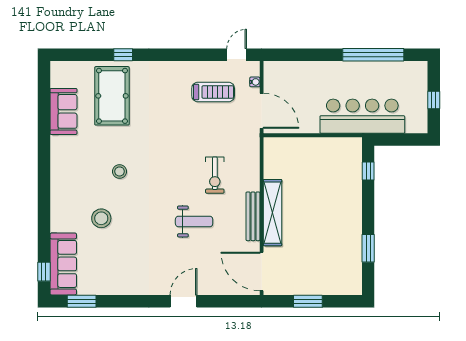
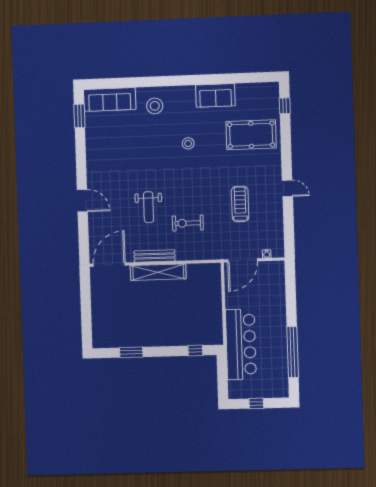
window: (123, 55) -> (285, 106), moved
door: (237, 55) -> (287, 188), moved
treadmill: (213, 92) -> (240, 204), moved, turned 180
sofa: (63, 111) -> (215, 95), moved
stool: (101, 218) -> (155, 106), moved
window: (44, 272) -> (103, 84), removed
window: (308, 301) -> (86, 304), removed

